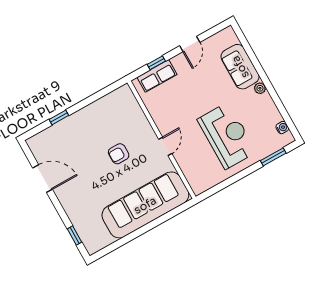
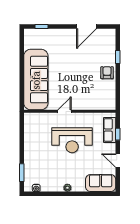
sofa: (240, 67) -> (101, 183), moved
reception desk: (227, 136) -> (72, 140), moved
door: (165, 146) -> (64, 111), swing flipped
armchair: (119, 154) -> (107, 73), moved

